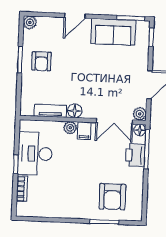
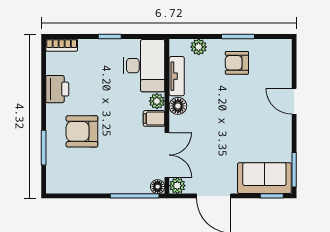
plant: (30, 22) -> (199, 47), moved
sofa: (113, 32) -> (264, 178), moved, turned 90
double door: (114, 121) -> (167, 155), swing flipped
desk: (35, 154) -> (144, 66), moved, turned 90
printer: (135, 155) -> (57, 89), moved, turned 90
bookcase: (22, 189) -> (62, 45), moved
armchair: (112, 197) -> (82, 131), moved

